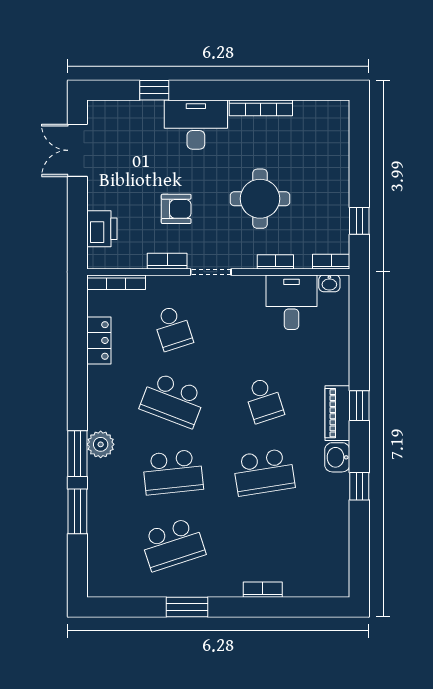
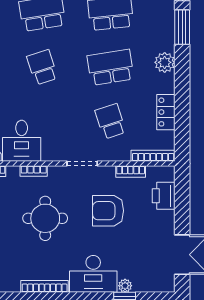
plant: (153, 109) -> (125, 286), added
armchair: (176, 209) -> (108, 211), width x1.38, depth x1.38
bookcase: (167, 261) -> (131, 172), moved
school desk: (173, 400) -> (111, 67), turned -30
plant: (101, 444) -> (165, 62), moved

